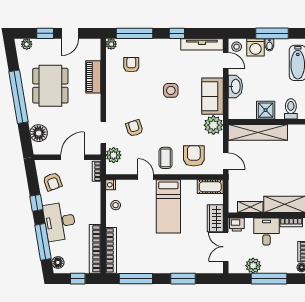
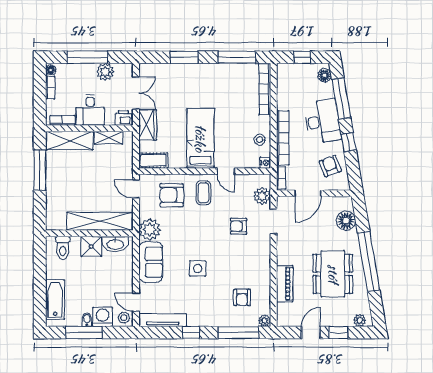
washbasin: (235, 86) -> (115, 244), moved, turned -90
armchair: (134, 128) -> (239, 226), turned 108
armchair: (194, 156) -> (172, 195), turned 90
bookcase: (95, 249) -> (283, 138), moved

